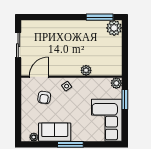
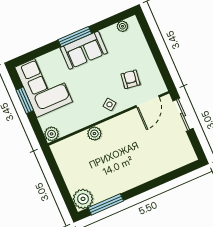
sliding door: (18, 45) -> (183, 115), moved
window: (125, 99) -> (25, 100), moved
sofa: (55, 132) -> (84, 50), moved

